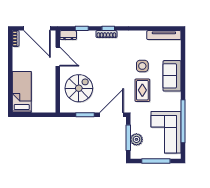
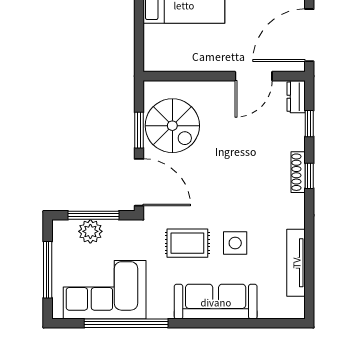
tv unit: (164, 35) -> (296, 263), moved
sofa: (172, 76) -> (216, 302), width x1.36
spiral stairs: (79, 88) -> (172, 126), moved

